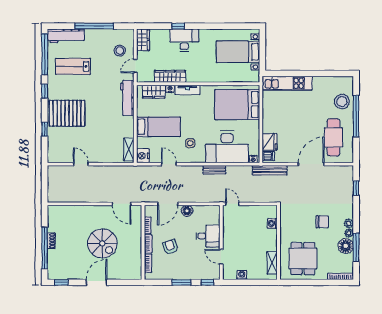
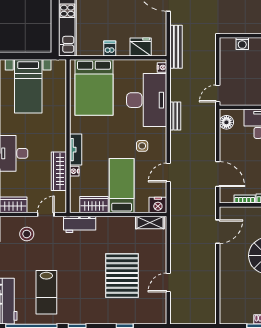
door: (135, 66) -> (46, 214), swing flipped
wardrobe: (154, 92) -> (94, 205), moved, turned -90
workbench: (127, 98) -> (80, 224), width x0.73
pallet: (67, 113) -> (122, 276), moved
dishwasher: (268, 156) -> (110, 49), moved
floor lamp: (187, 211) -> (226, 122), moved

